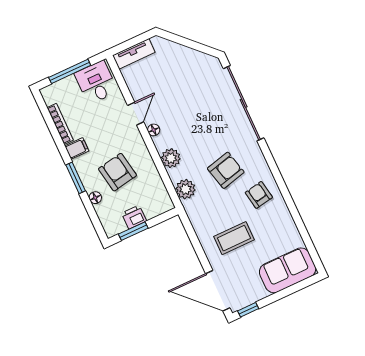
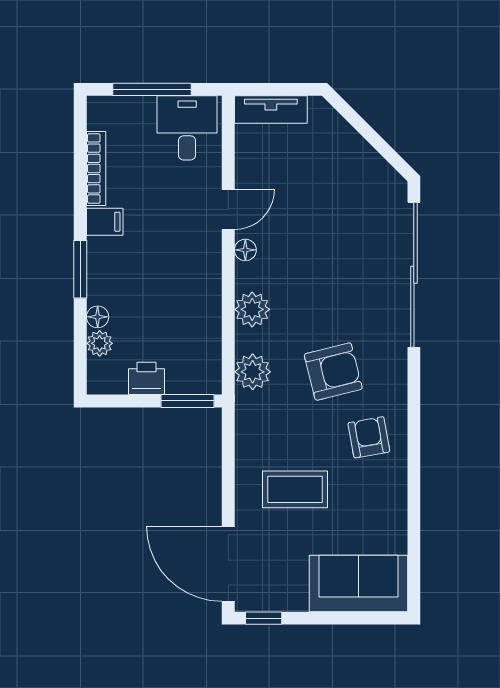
armchair: (117, 172) -> (154, 292), removed
plant: (102, 210) -> (100, 343), added
window: (133, 231) -> (187, 401), moved

